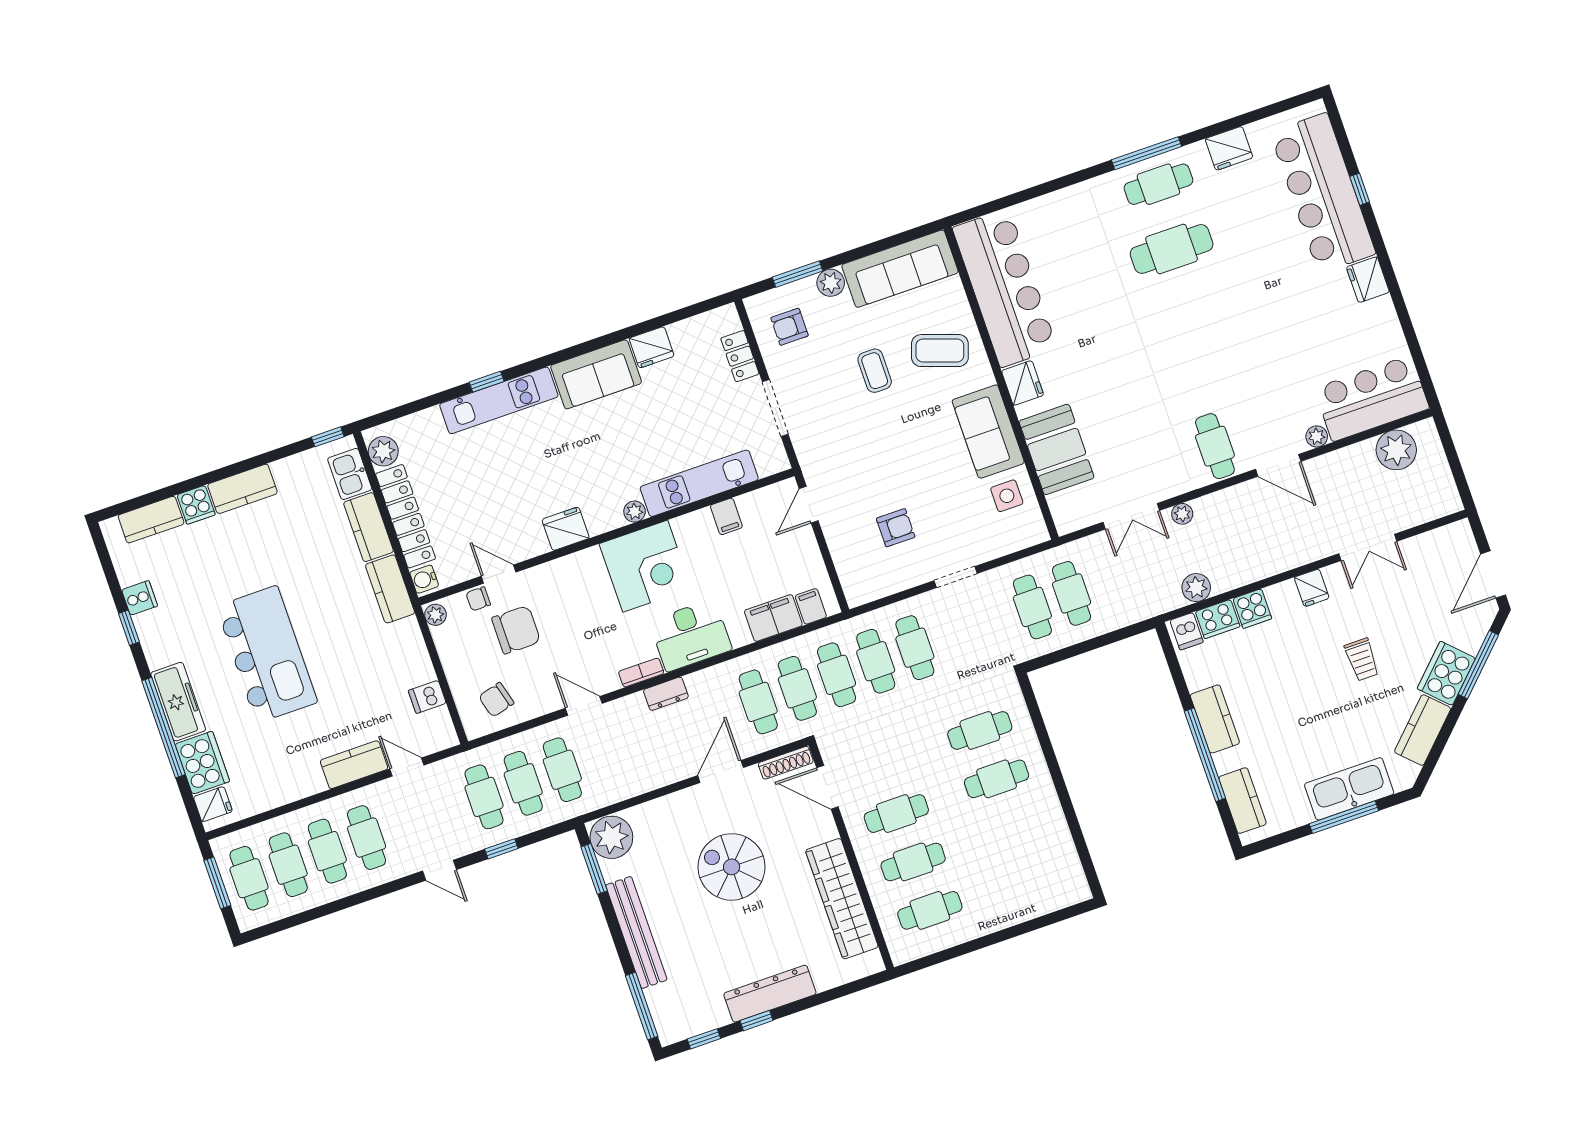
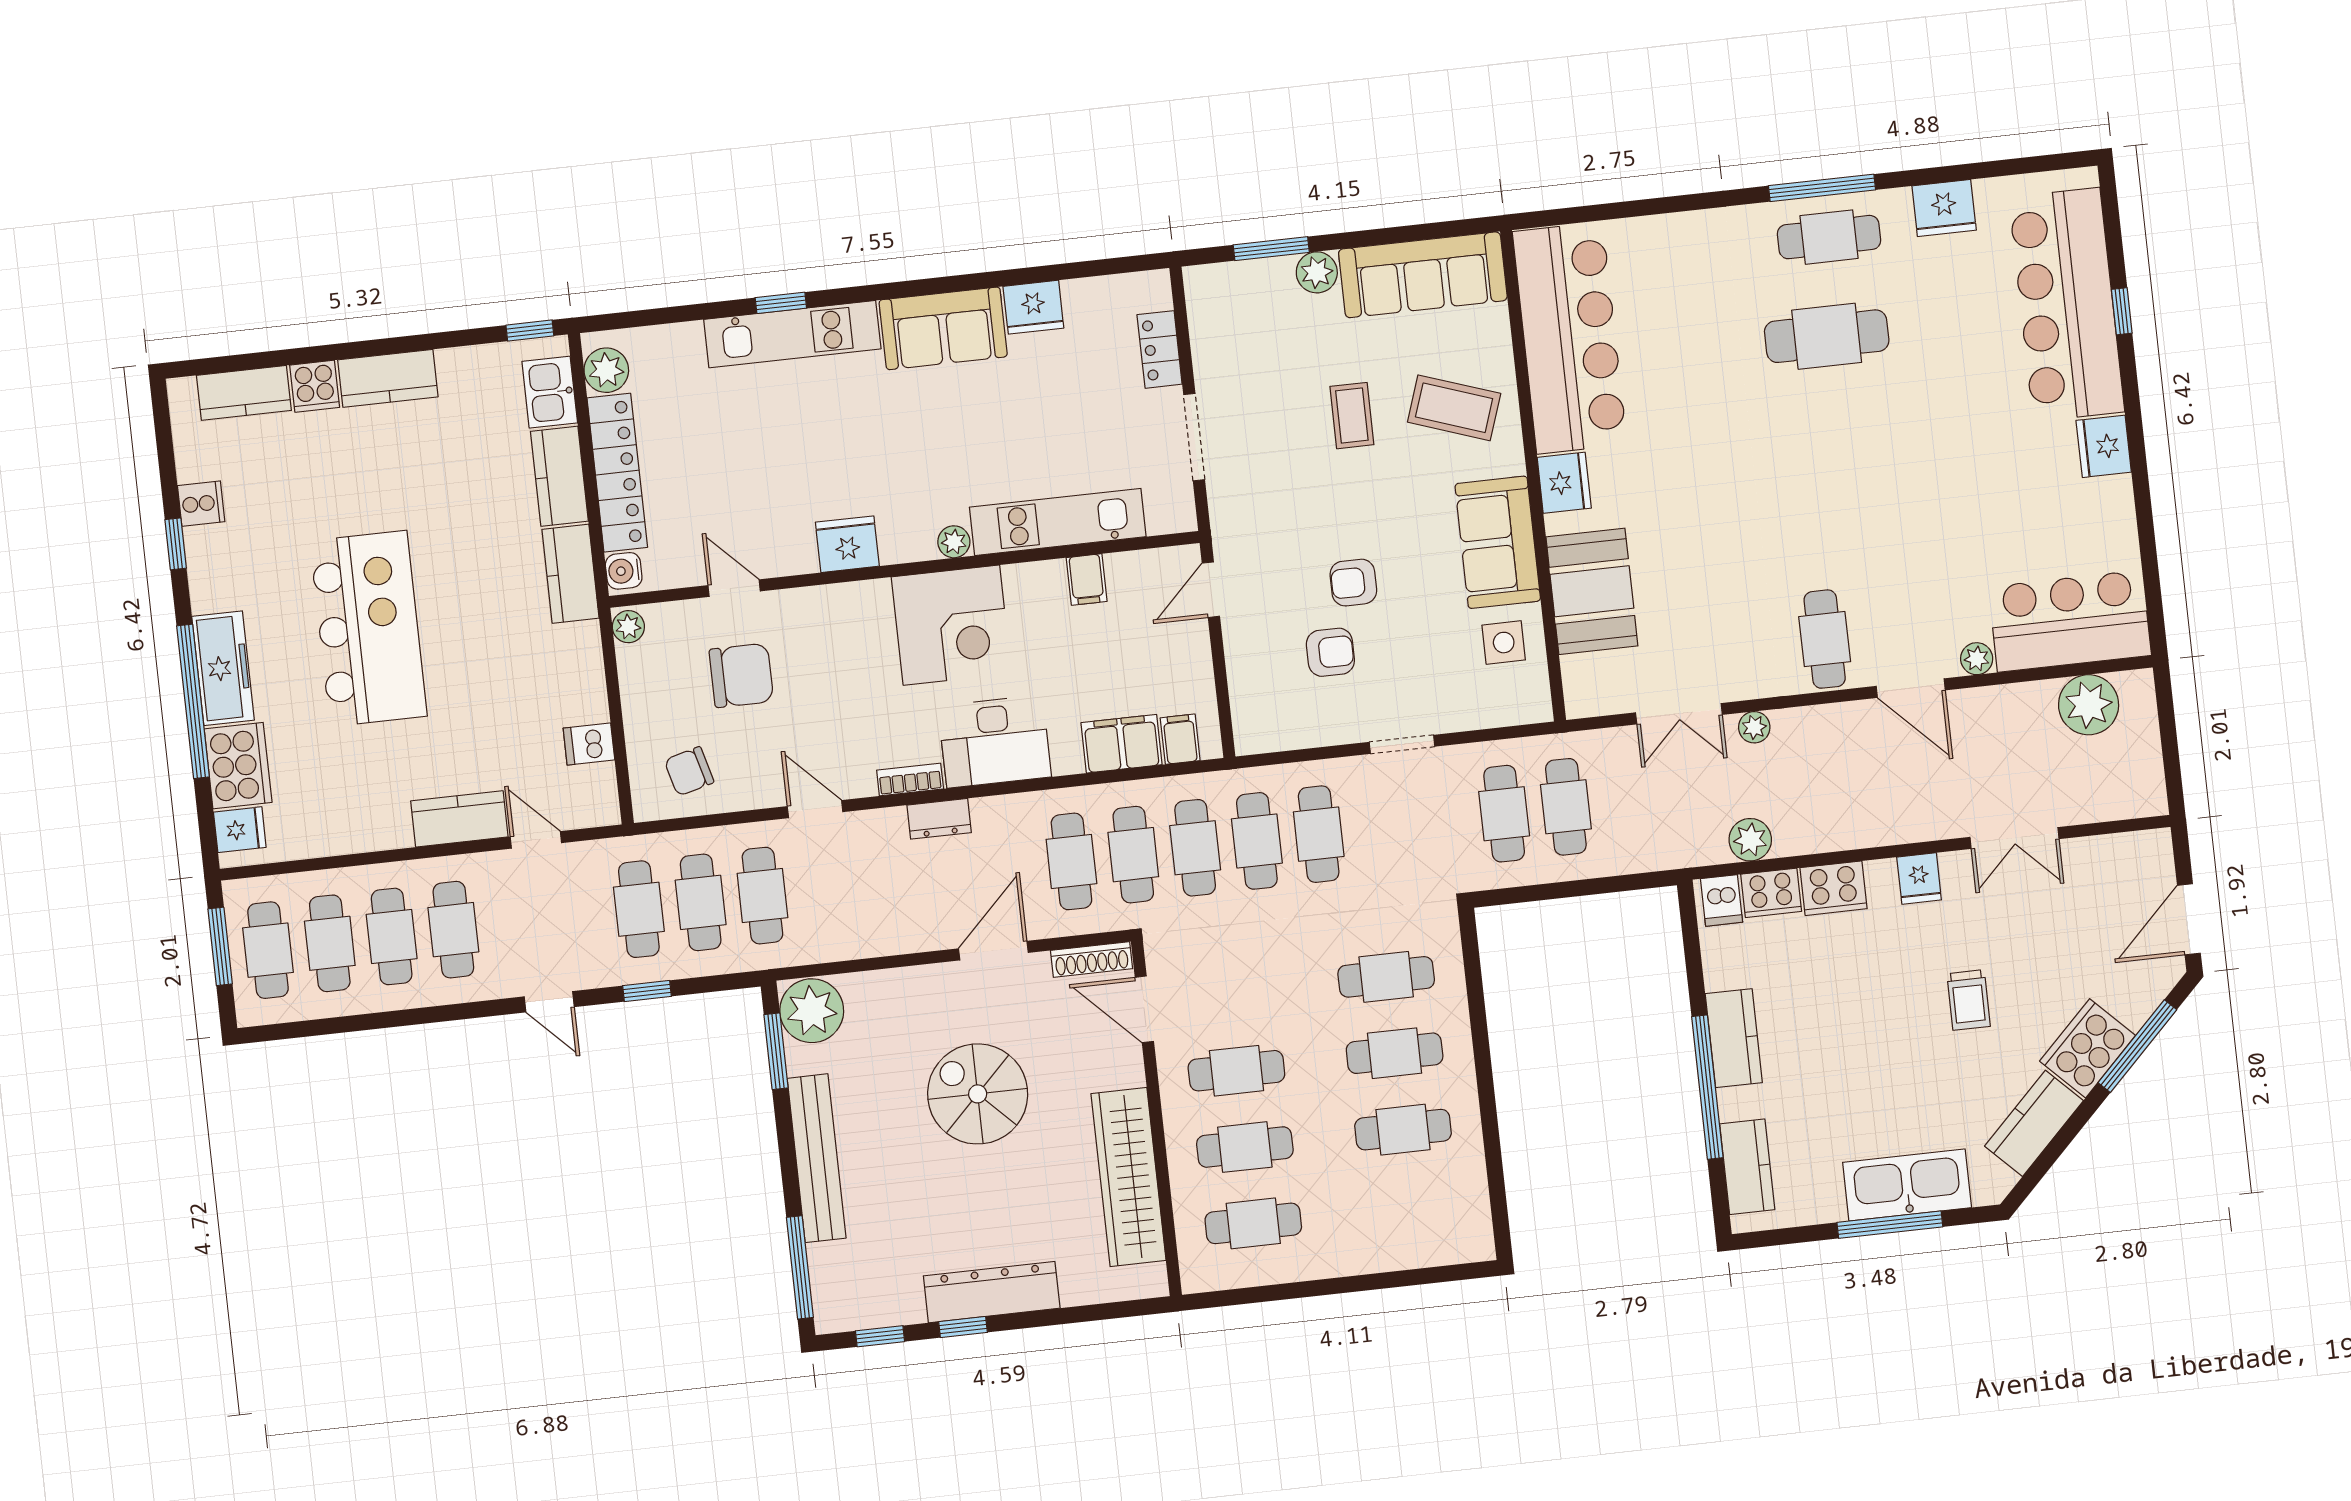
armchair: (789, 327) -> (1353, 583), moved
chair: (478, 599) -> (696, 618), removed
cooker: (1252, 609) -> (1834, 888), width x1.36
cafe table: (1013, 827) -> (1403, 1130), added

